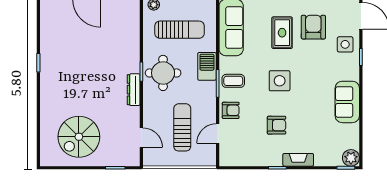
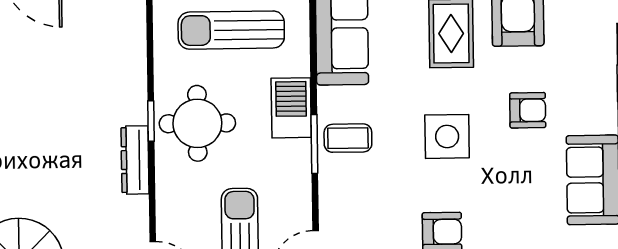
sun lounger: (179, 30) -> (231, 30), turned 180
side table: (345, 44) -> (586, 57), removed
armchair: (231, 110) -> (528, 110), moved

